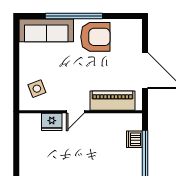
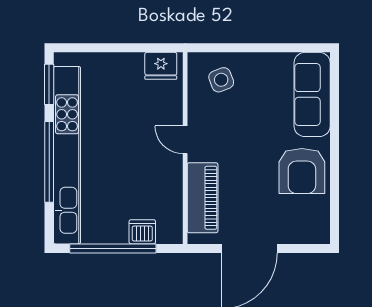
window: (74, 16) -> (335, 138), removed
fridge: (52, 122) -> (161, 66), moved, turned -90

